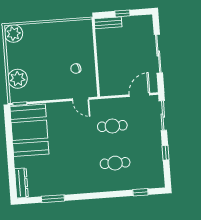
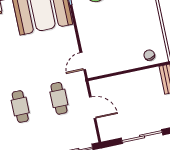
chair: (76, 69) -> (149, 55), moved
door: (139, 95) -> (93, 108), moved

